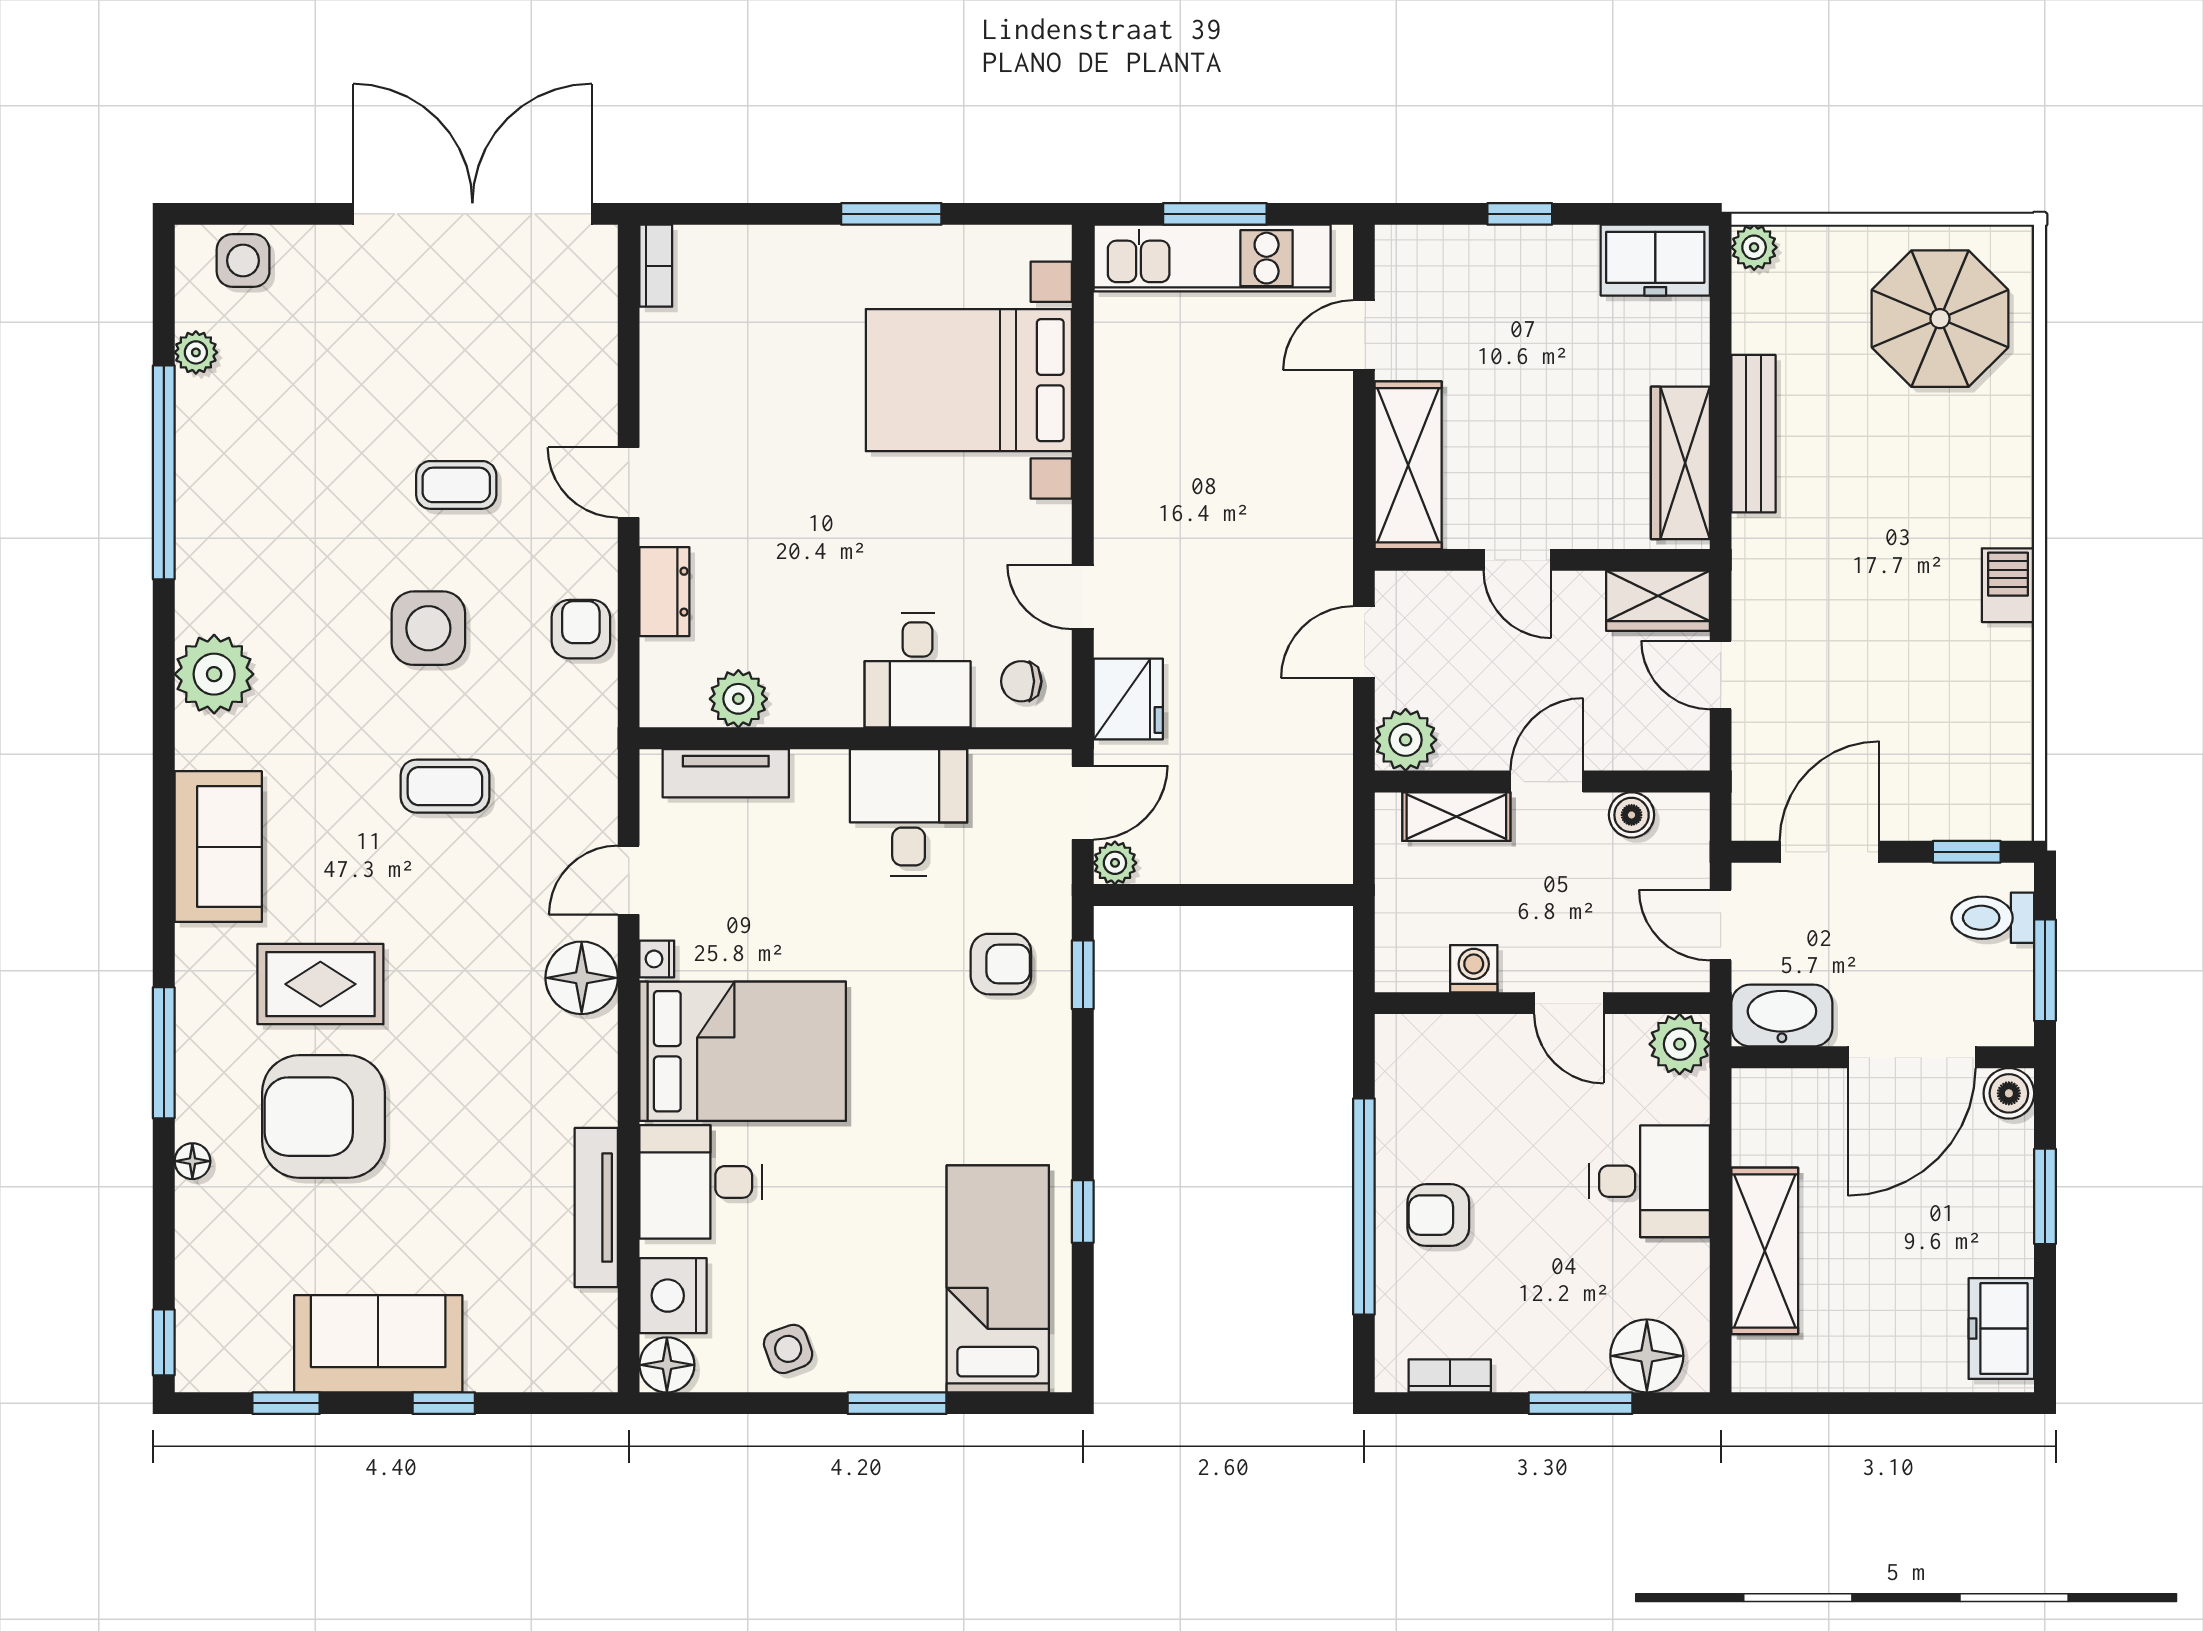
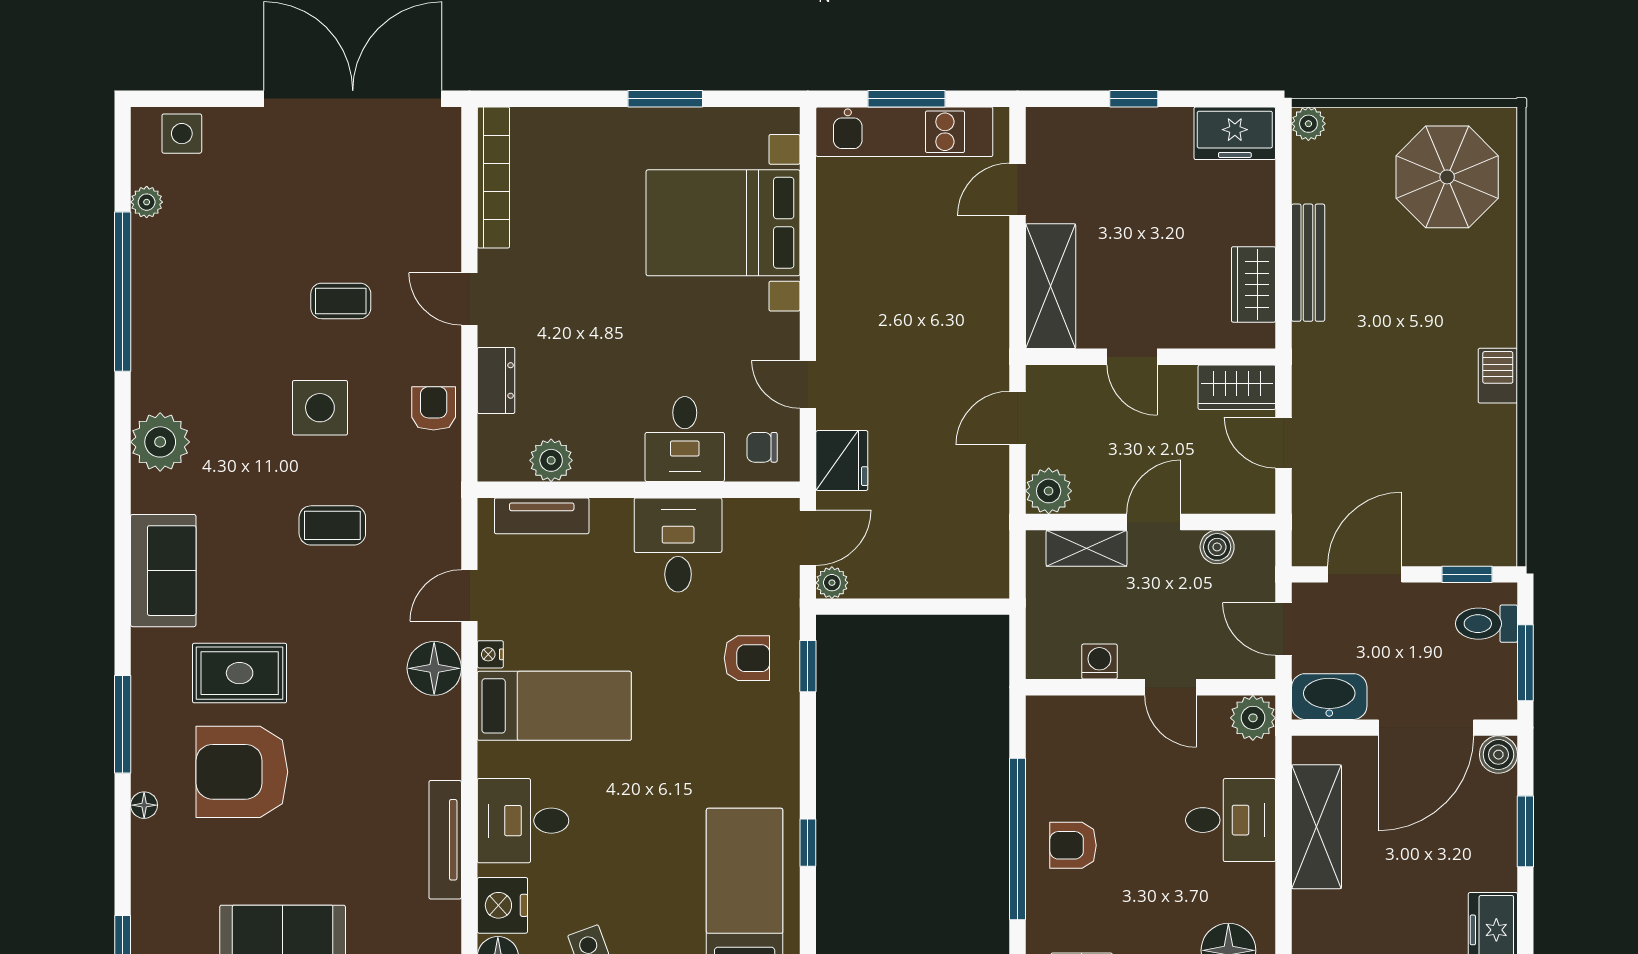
bookcase: (656, 266) -> (493, 178), width x2.31, depth x1.31
wardrobe: (1680, 463) -> (1254, 284), width x0.67
bed: (743, 1051) -> (554, 706), width x0.67
shelving: (1765, 1251) -> (1316, 827), moved

